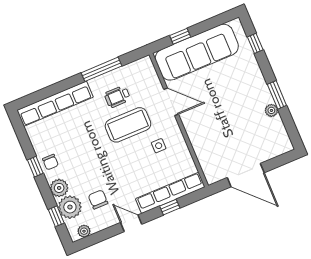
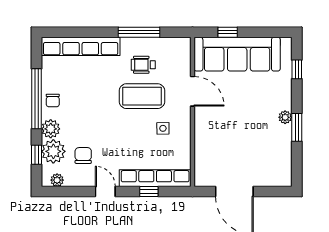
plant: (271, 110) -> (285, 117), moved
window: (35, 167) -> (36, 99), width x3.17

